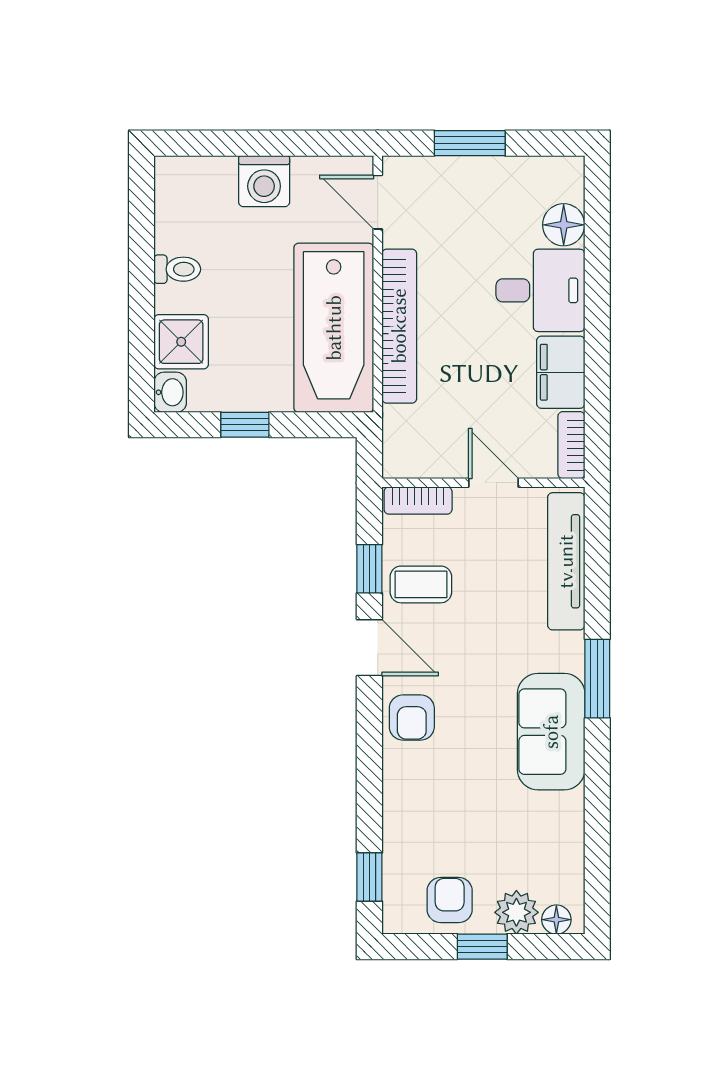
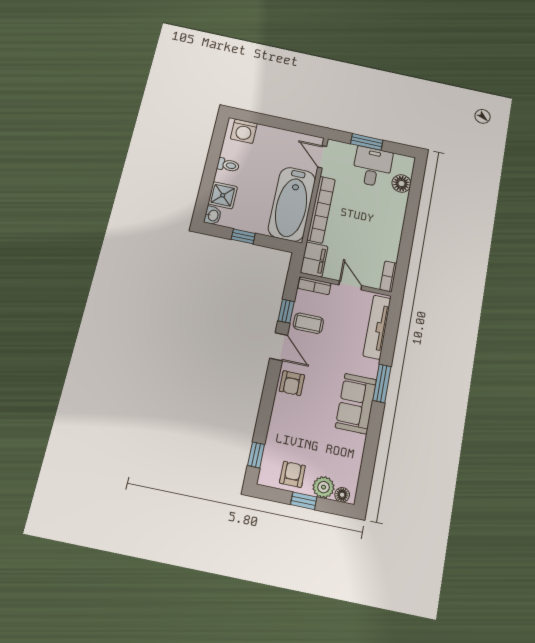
washing machine: (264, 181) -> (244, 131), moved
desk: (540, 290) -> (372, 167), moved, turned -90
filing cabinet: (561, 372) -> (314, 259), moved, turned 180

